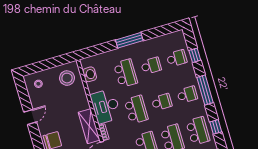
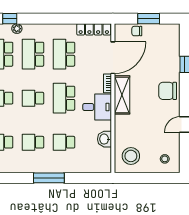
school desk: (126, 73) -> (64, 142), width x0.54
washbasin: (90, 74) -> (104, 139), moved
desk: (106, 106) -> (97, 107), width x0.73

